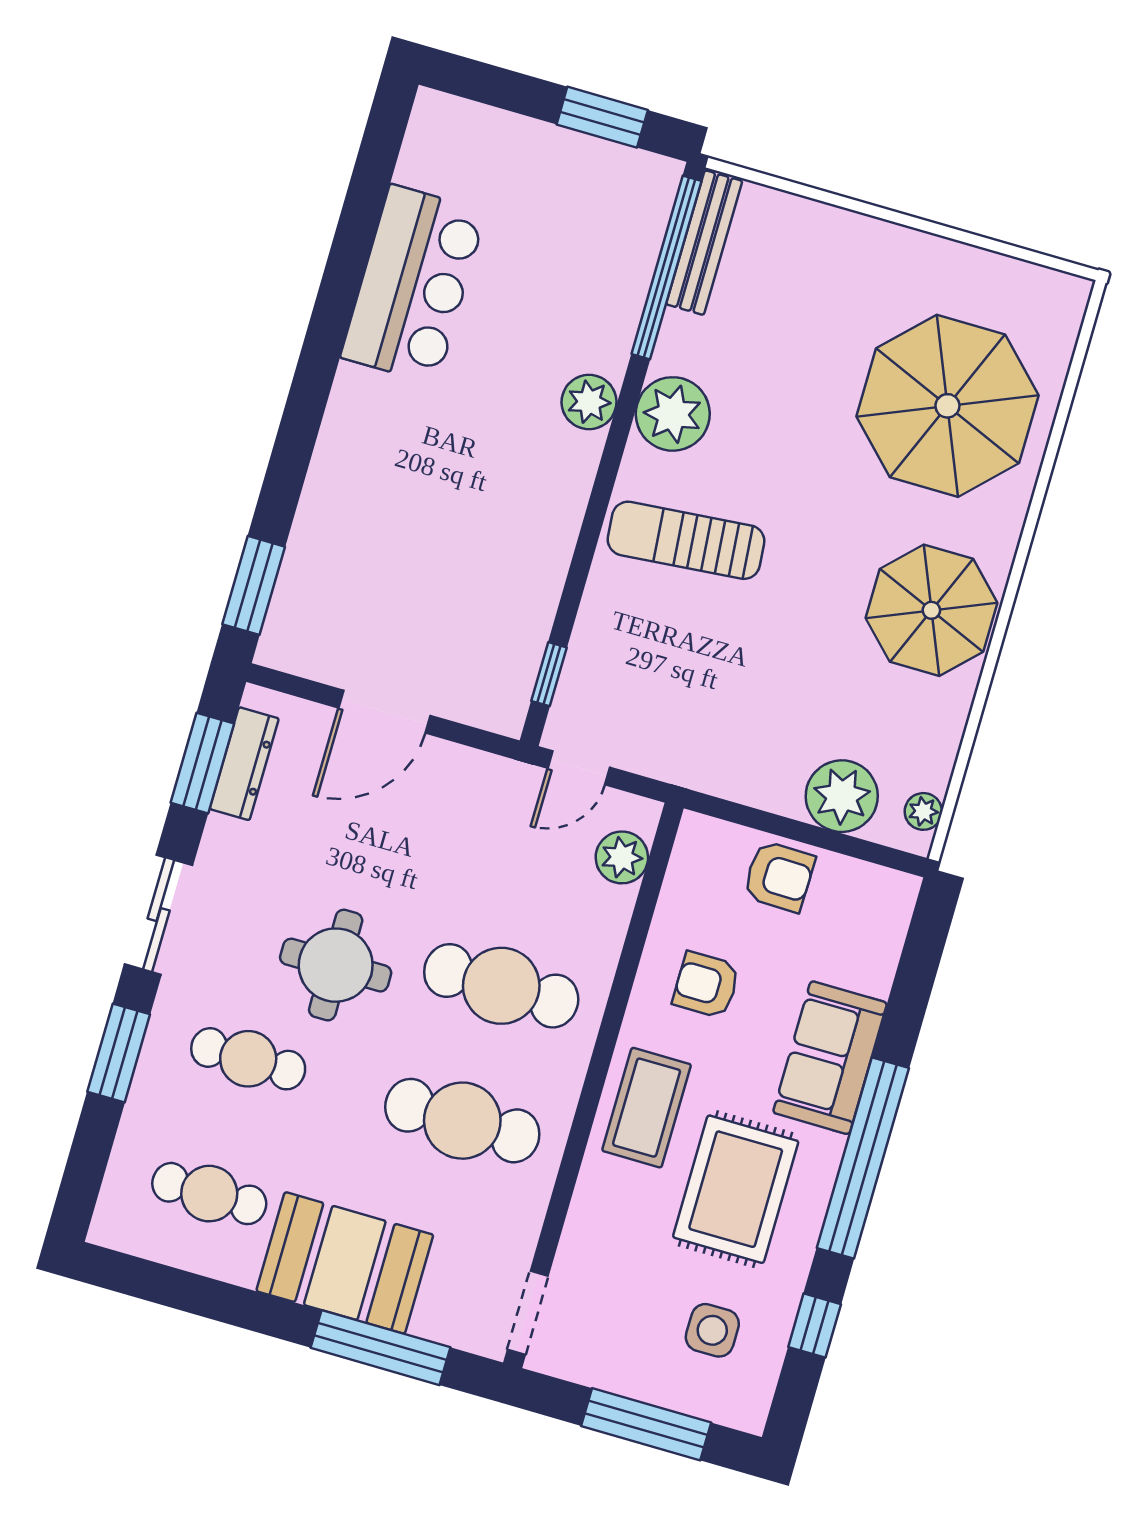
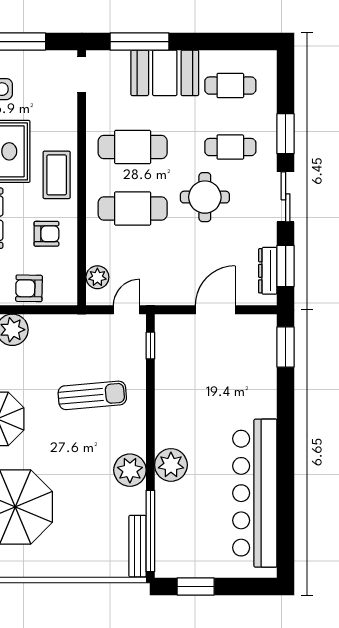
bar counter: (413, 284) -> (255, 493), width x1.86
plant: (589, 402) -> (171, 465), width x1.36, depth x1.36
sun lounger: (686, 540) -> (92, 395), moved

